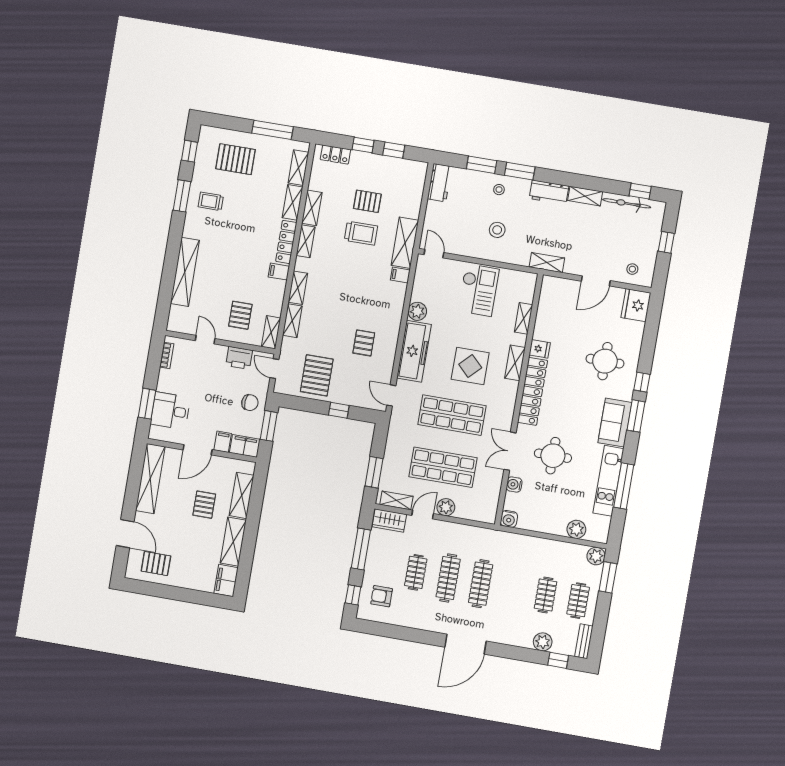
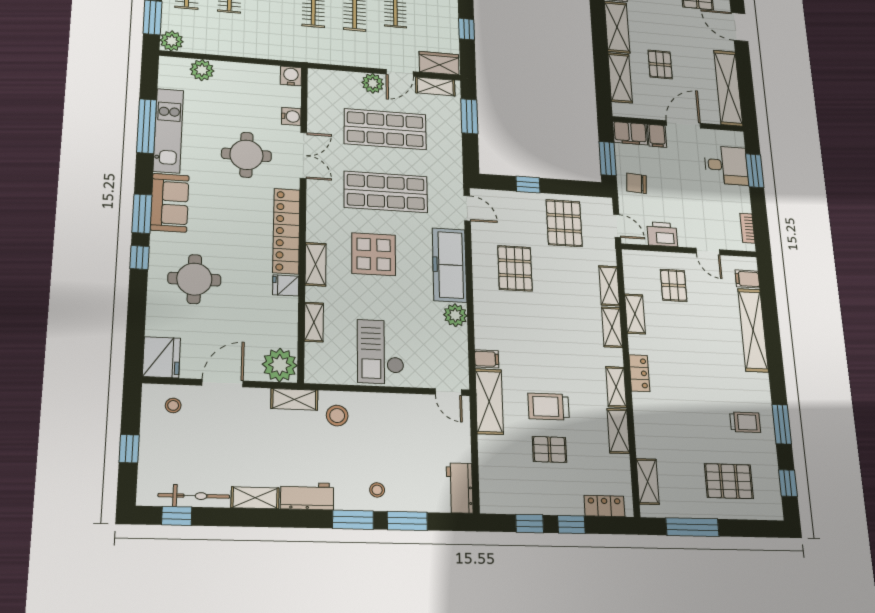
shelving: (293, 202) -> (644, 435), removed
stool: (497, 230) -> (337, 416), moved
locker: (286, 242) -> (639, 373), width x0.66
filing cabinet: (279, 272) -> (747, 279), moved, turned 180
plant: (553, 289) -> (280, 365), added
shelving: (271, 332) -> (635, 314), moved
pallet: (364, 343) -> (515, 268), width x1.50, depth x1.42
window: (361, 549) -> (467, 29), width x0.46

